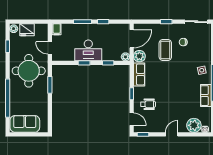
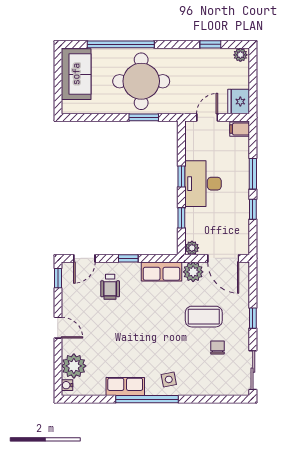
fridge: (27, 30) -> (239, 102), moved
round table: (29, 71) -> (141, 81), moved

